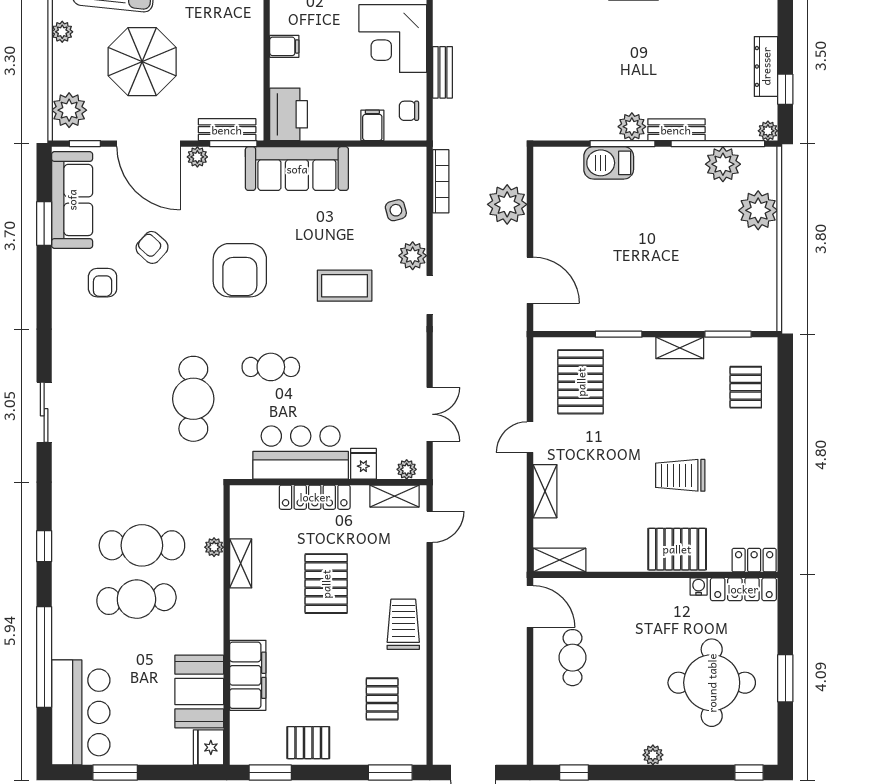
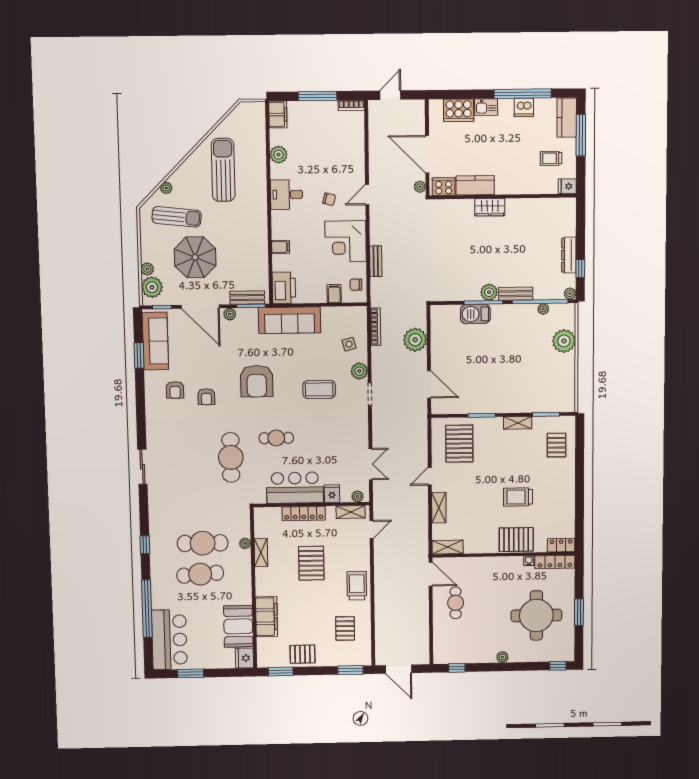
plant: (62, 32) -> (147, 269), moved
plant: (723, 164) -> (543, 309), width x0.53, depth x0.53
armchair: (152, 247) -> (206, 397), moved, turned -132

